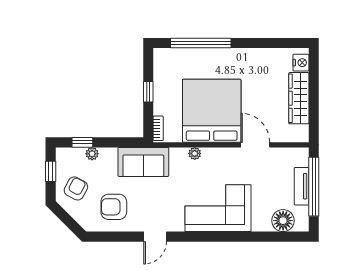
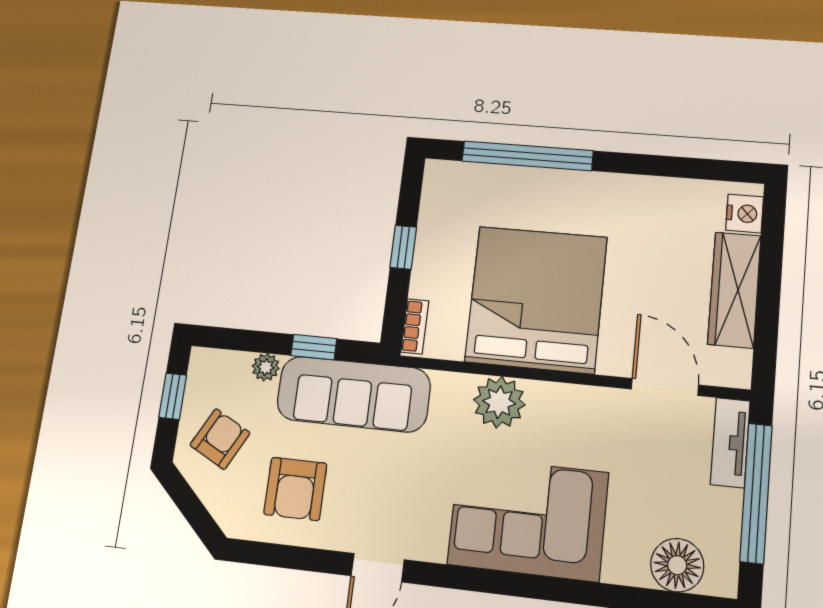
window: (82, 142) -> (314, 347), moved
door: (255, 145) -> (665, 387), moved
plant: (195, 153) -> (499, 402), width x1.87, depth x1.87
sofa: (143, 162) -> (353, 394), width x1.36
tv unit: (302, 186) -> (730, 443), moved
armchair: (114, 207) -> (295, 489), turned -90

